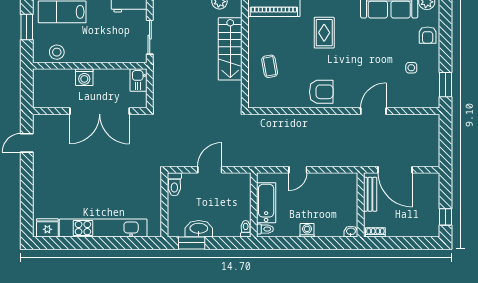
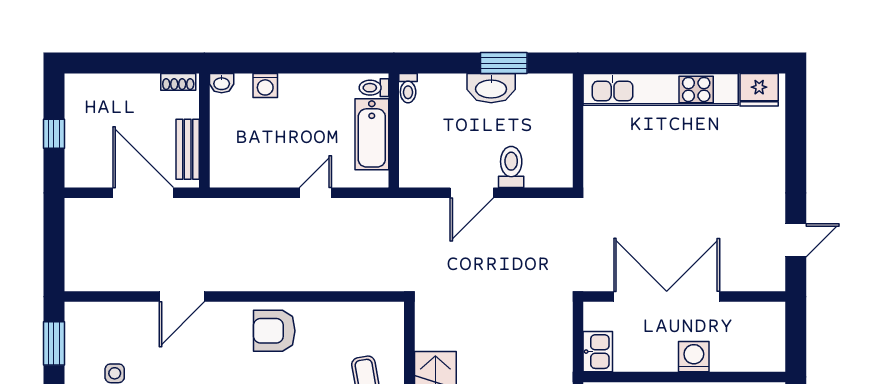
toilet: (174, 184) -> (511, 167), moved
wall: (164, 205) -> (578, 131), moved
window: (446, 217) -> (54, 134), moved
washing machine: (307, 230) -> (265, 86), moved

